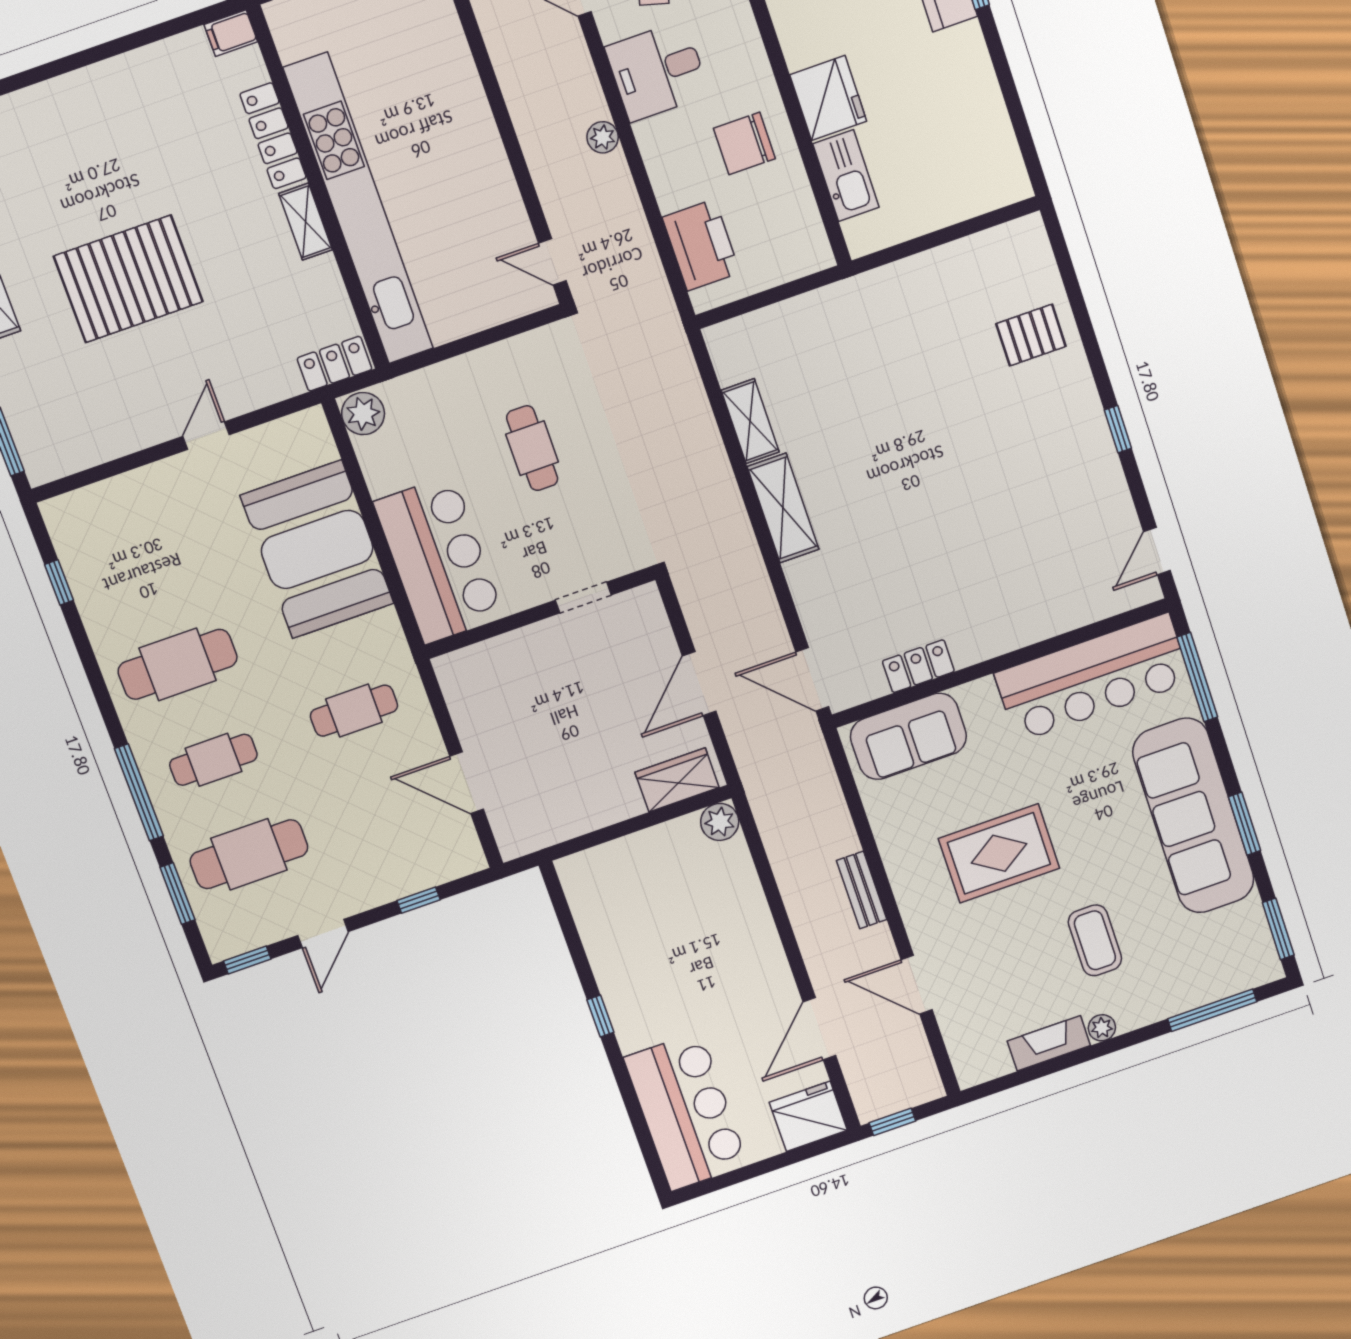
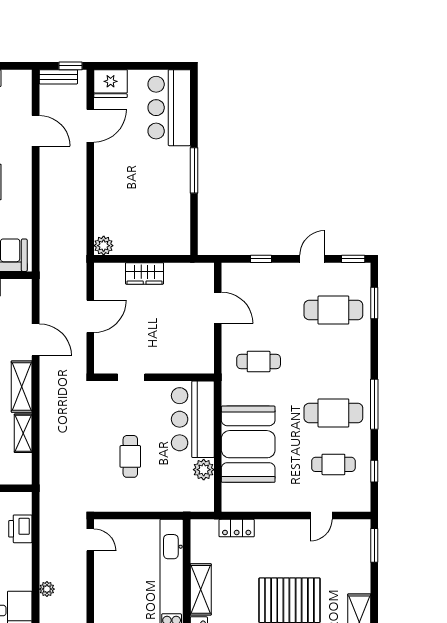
shelving: (306, 222) -> (201, 589), width x1.50, depth x1.33
printer: (701, 245) -> (20, 529), width x0.73, depth x0.84
locker: (334, 364) -> (237, 528), moved
plant: (363, 414) -> (204, 470), moved
door: (206, 436) -> (321, 516), moved
door: (812, 680) -> (36, 340), moved
cafe table: (213, 760) -> (333, 464), moved
wardrobe: (677, 780) -> (145, 273), moved
window: (139, 792) -> (374, 404), moved
bench: (862, 890) -> (58, 77), moved, turned 90
window: (600, 1016) -> (194, 170), width x2.17

